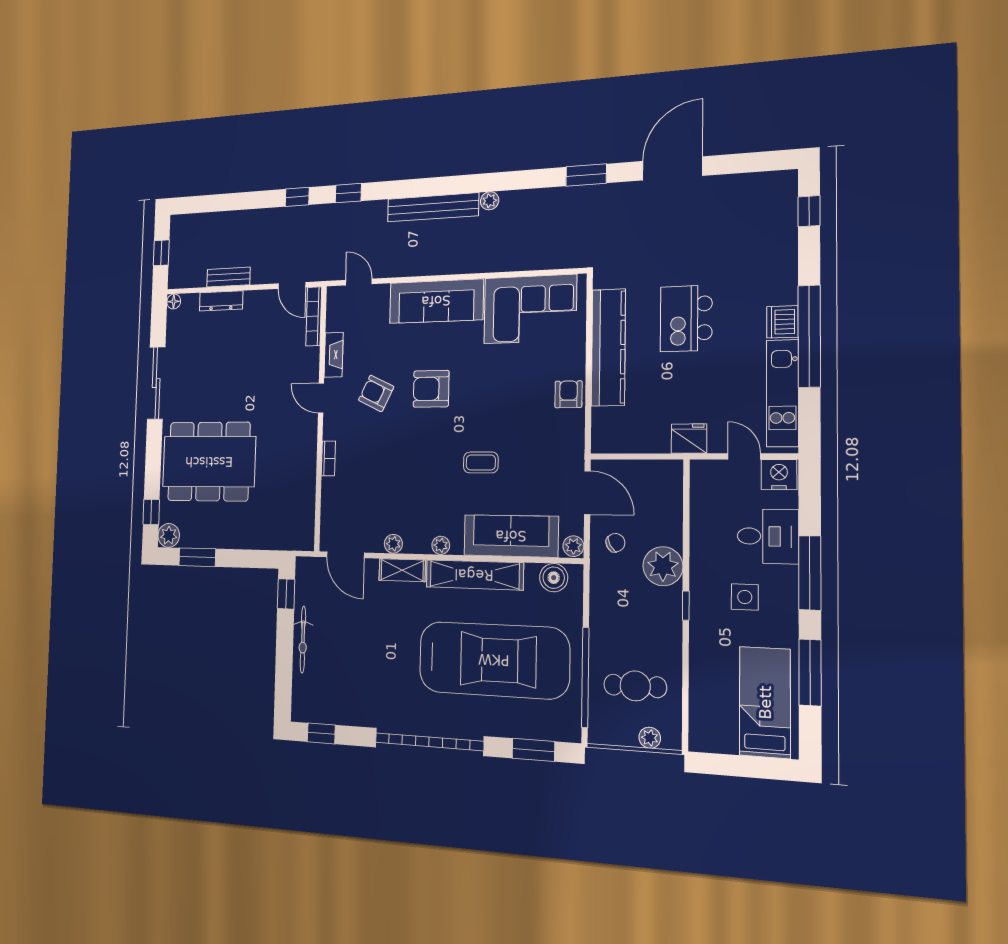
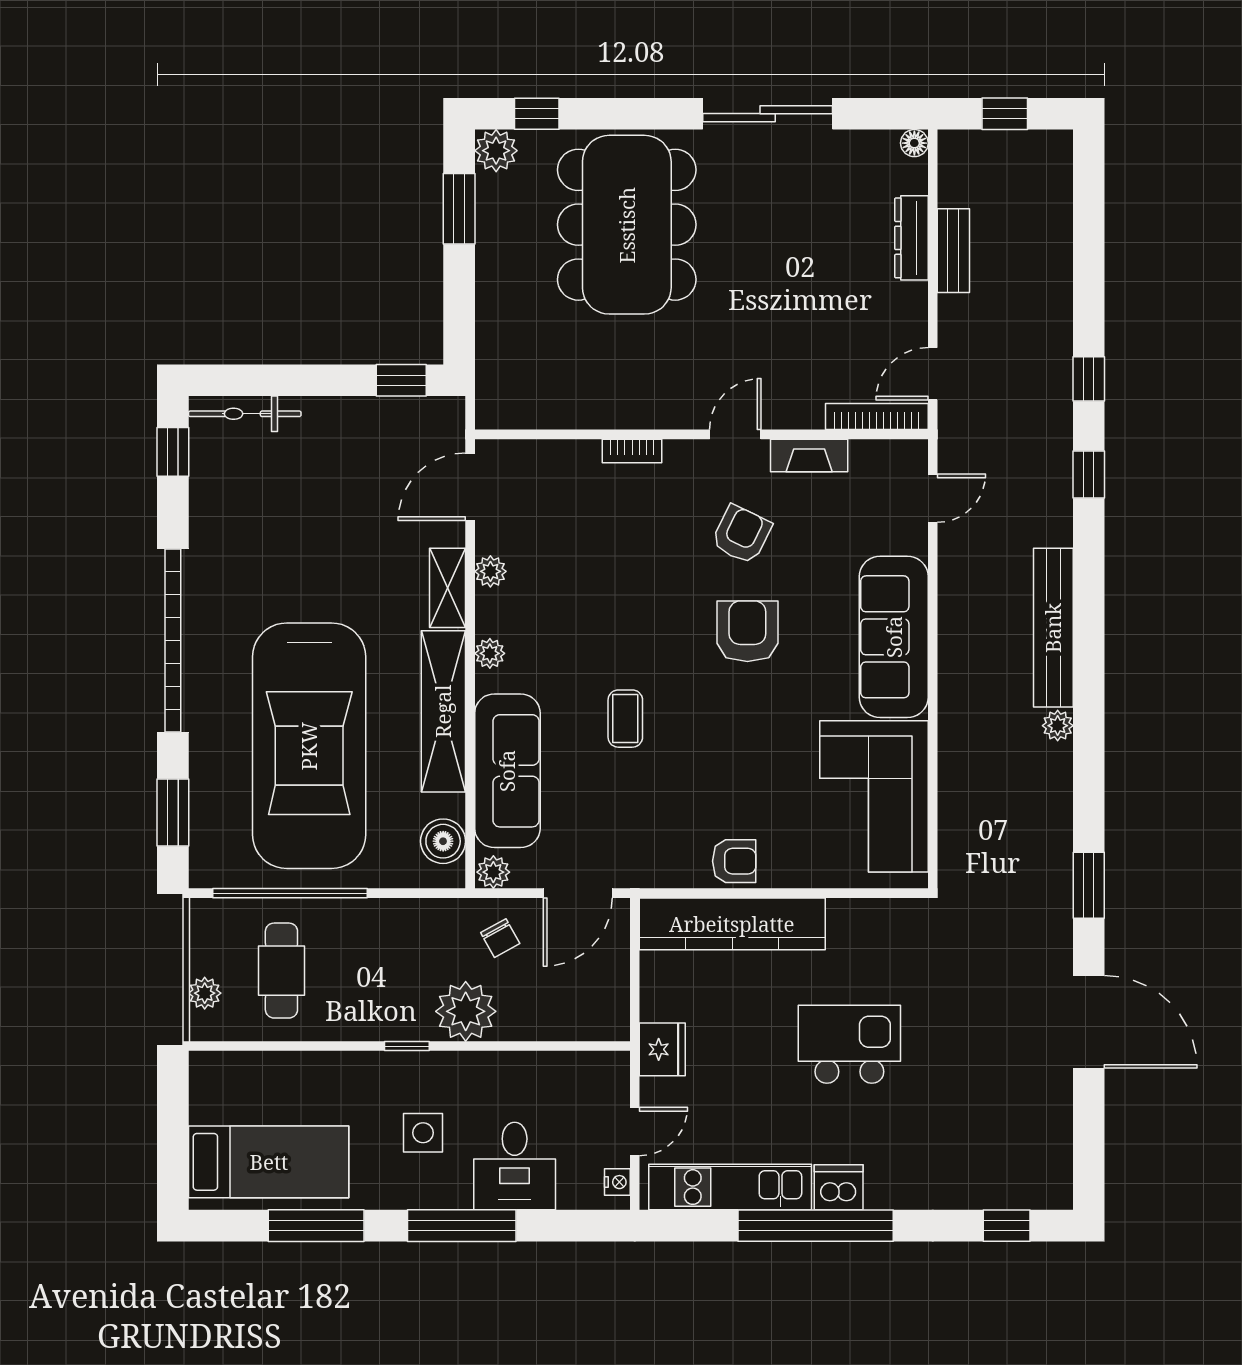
kitchen counter: (608, 347) -> (732, 924), moved
nightstand: (779, 475) -> (617, 1182), width x0.53, depth x0.56
bicycle: (303, 640) -> (245, 414), moved

